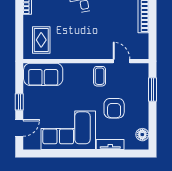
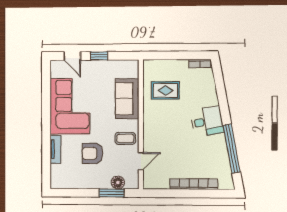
rug: (41, 40) -> (165, 90), moved
sofa: (43, 74) -> (127, 99), moved
floor lamp: (142, 135) -> (118, 182), moved

